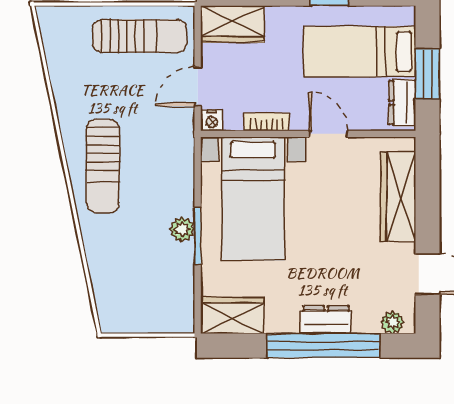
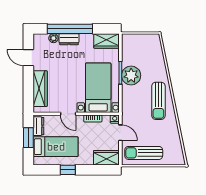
door: (198, 86) -> (120, 133), hinge flipped
sun lounger: (103, 166) -> (158, 101), turned 180
plant: (182, 229) -> (131, 75), width x1.88, depth x1.88
plant: (392, 322) -> (54, 38), moved

